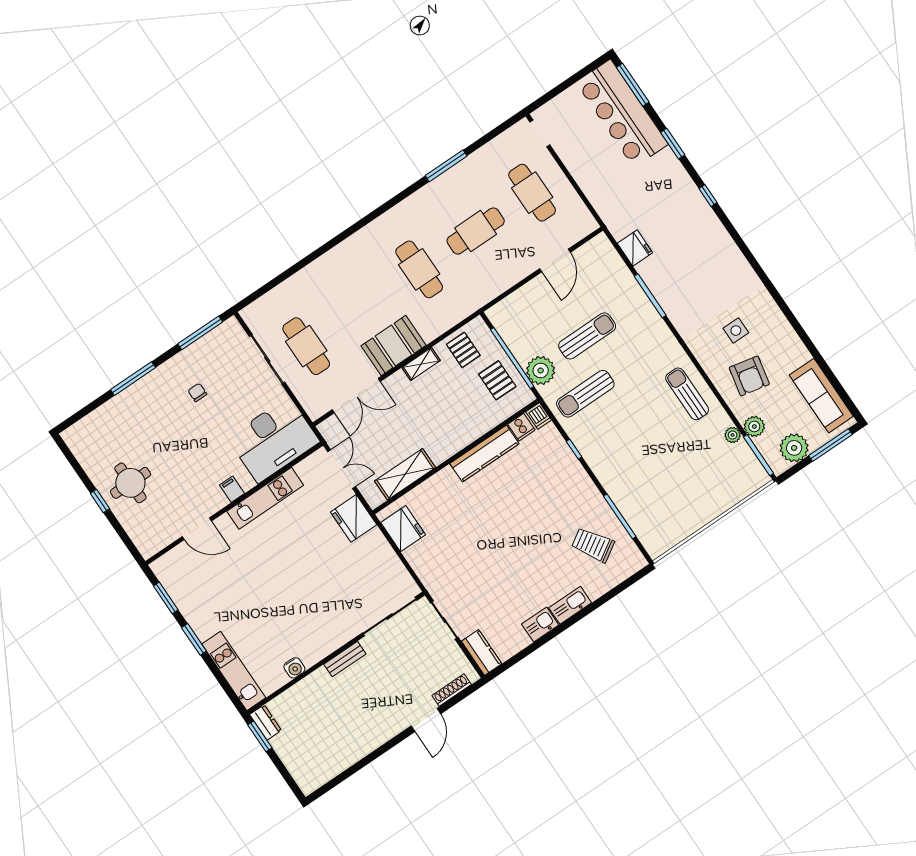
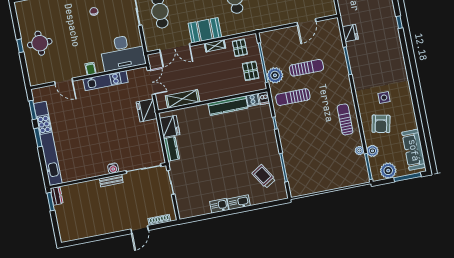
kitchen counter: (482, 652) -> (171, 149), moved
water cooler: (294, 668) -> (113, 168), moved
kitchen unit: (234, 671) -> (48, 143), width x1.86

